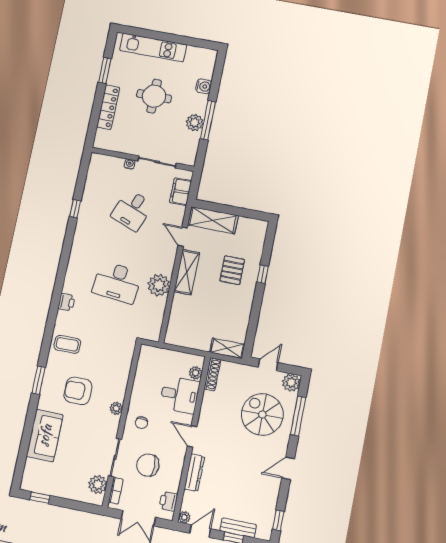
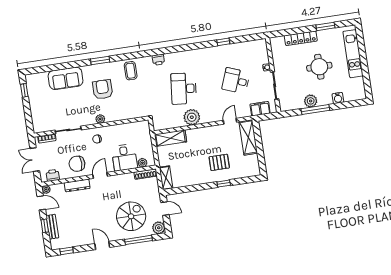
shelving: (187, 272) -> (170, 138), moved
chair: (148, 465) -> (77, 164), moved, turned -90
plant: (98, 485) -> (47, 125), removed

